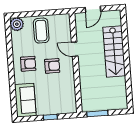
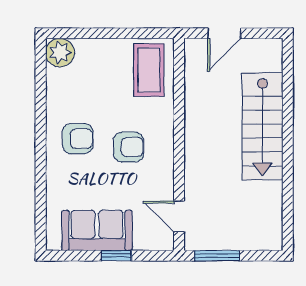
coffee table: (41, 31) -> (149, 70), moved
door: (75, 49) -> (179, 216), moved
sofa: (25, 100) -> (97, 230), moved, turned -90

